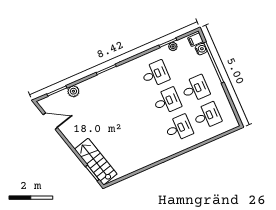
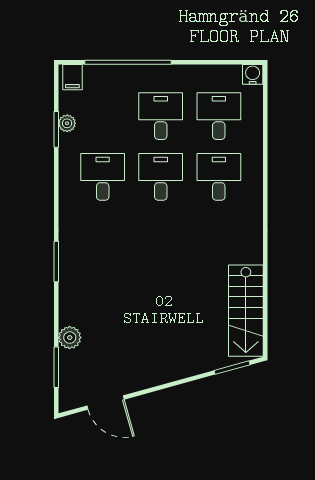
water cooler: (201, 49) -> (253, 74), moved
door: (50, 121) -> (106, 403), swing flipped
stairs: (96, 162) -> (246, 311), moved, turned -75

